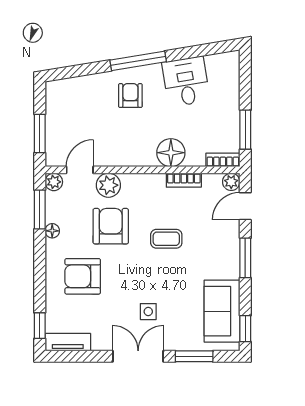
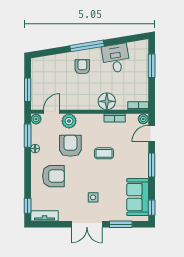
window: (245, 130) -> (152, 66), moved
armchair: (83, 276) -> (53, 176), turned 180
double door: (138, 356) -> (87, 224), swing flipped

